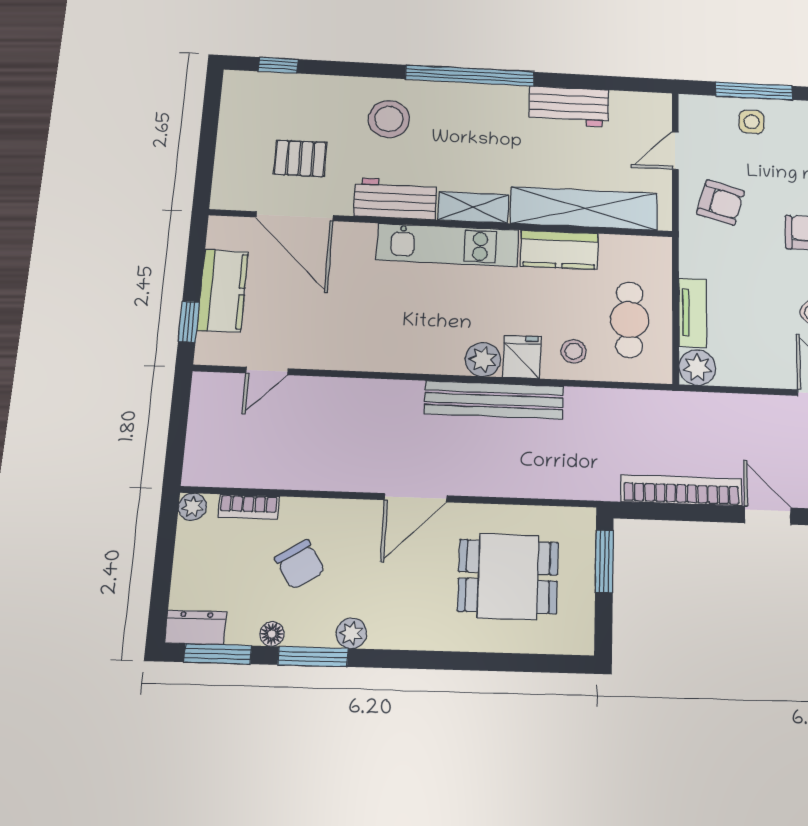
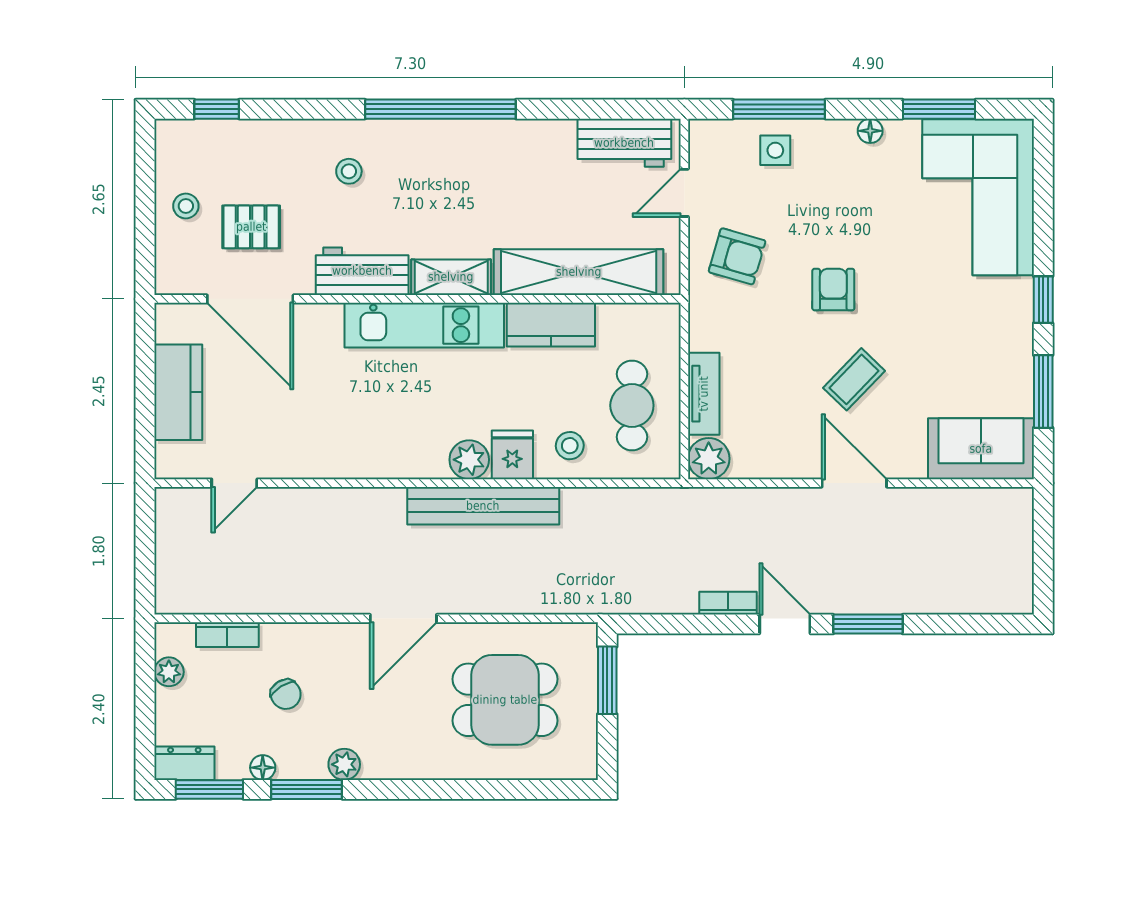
workbench: (569, 106) -> (624, 143), moved
stool: (389, 119) -> (349, 171), width x0.53, depth x0.53
stool: (244, 139) -> (186, 206), added
window: (189, 322) -> (145, 430), removed
bookcase: (681, 490) -> (728, 603), width x0.43, depth x0.76
plant: (192, 507) -> (169, 672), moved
chair: (300, 564) -> (286, 694), width x0.73, depth x0.73

